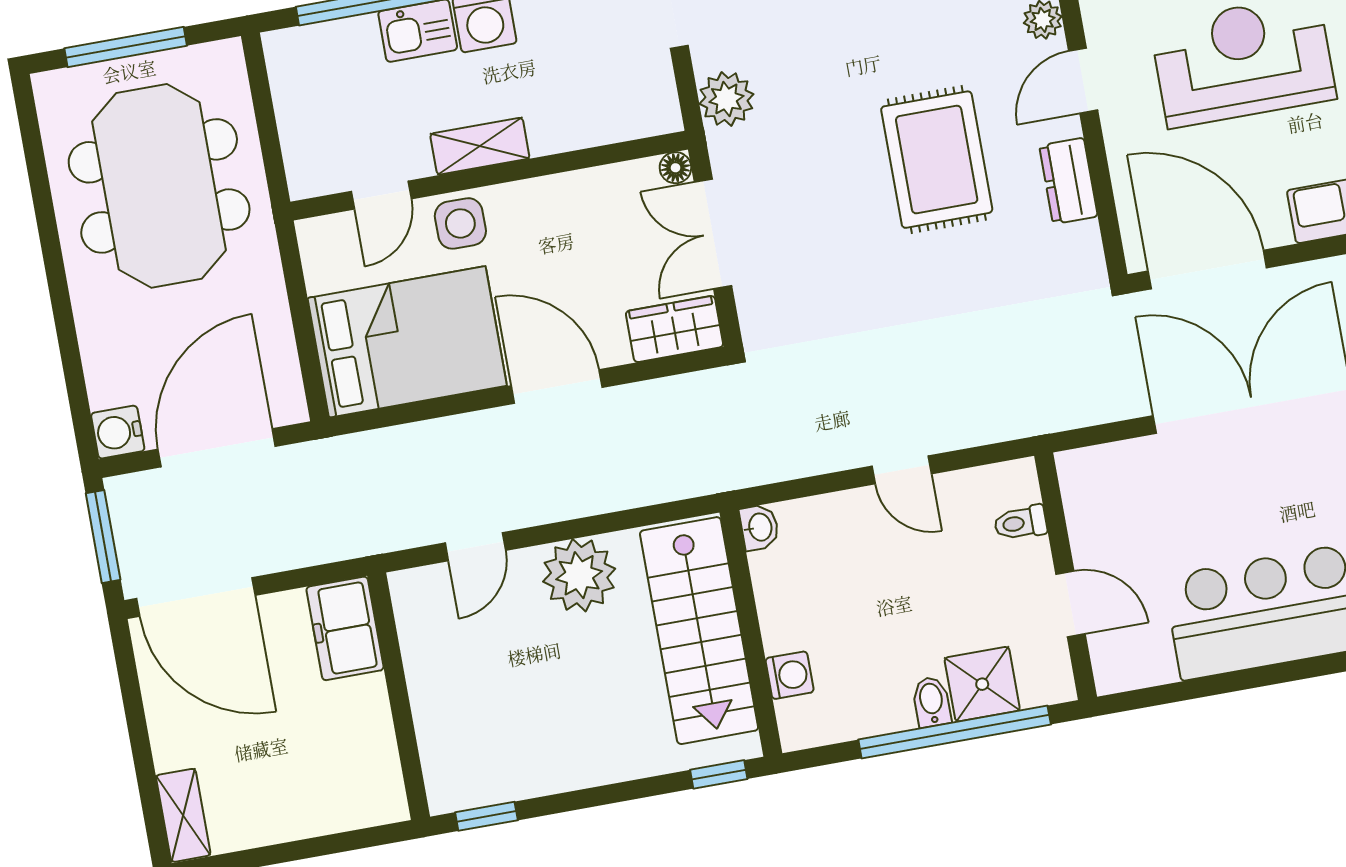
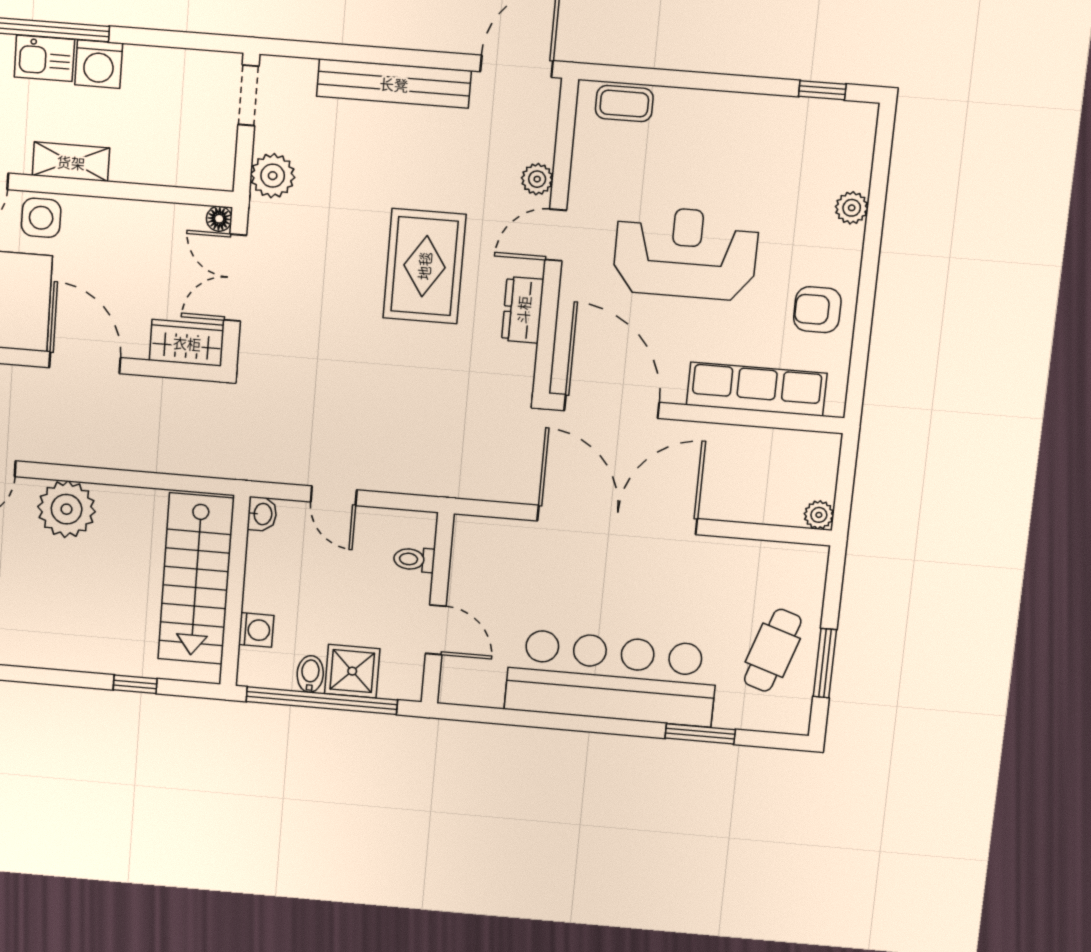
washbasin: (759, 527) -> (262, 514), moved
stairs: (699, 631) -> (196, 579), moved
wall: (751, 633) -> (235, 591), moved
washing machine: (790, 675) -> (256, 630), moved

